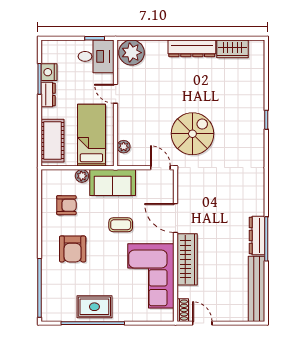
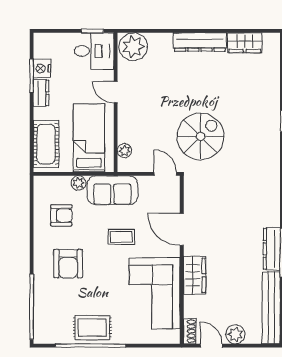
wardrobe: (187, 259) -> (195, 275), width x0.67
plant: (224, 313) -> (235, 334), added

